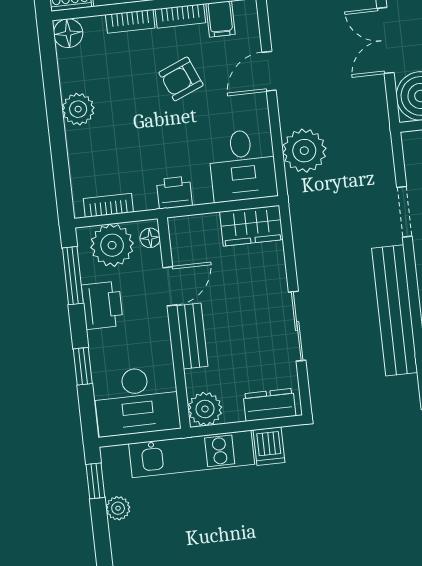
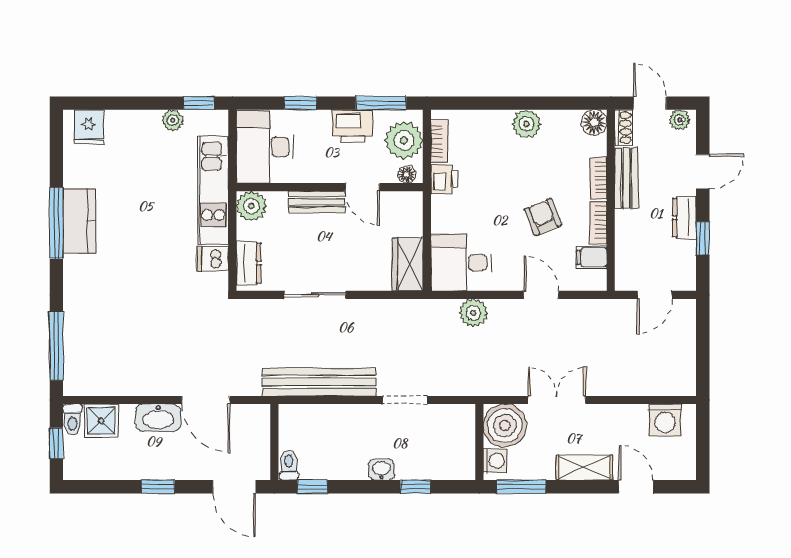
plant: (304, 151) -> (473, 313), width x0.73, depth x0.73
printer: (174, 193) -> (444, 179), moved

